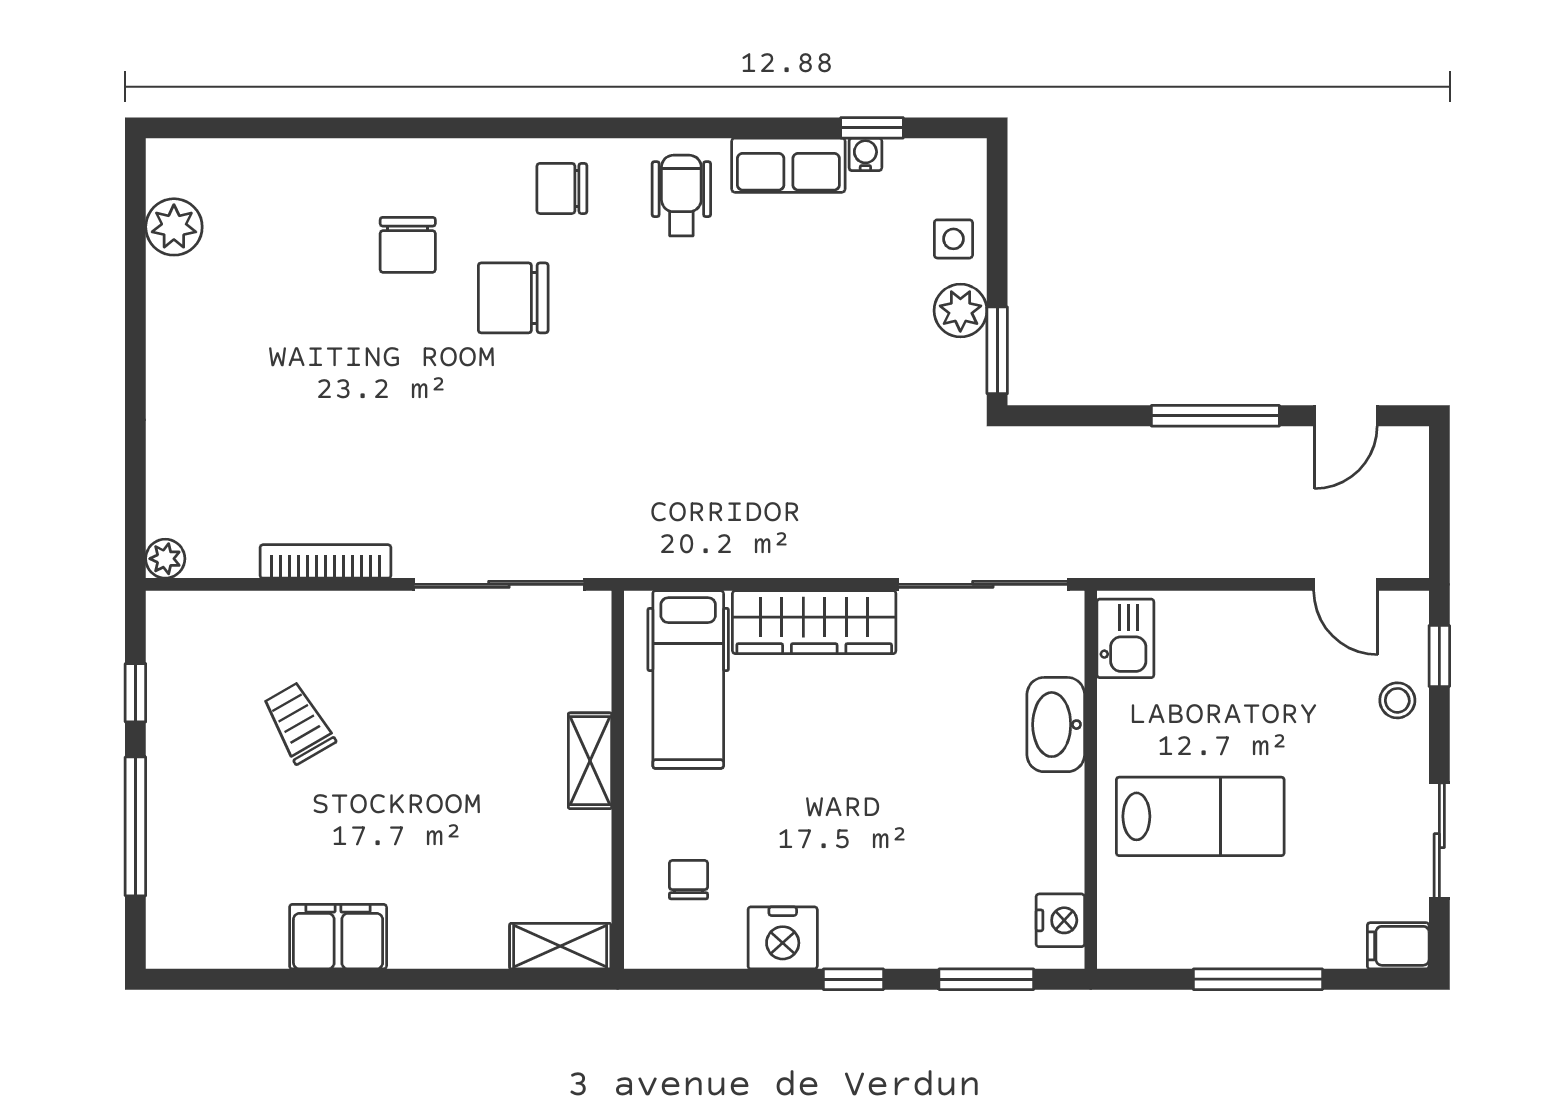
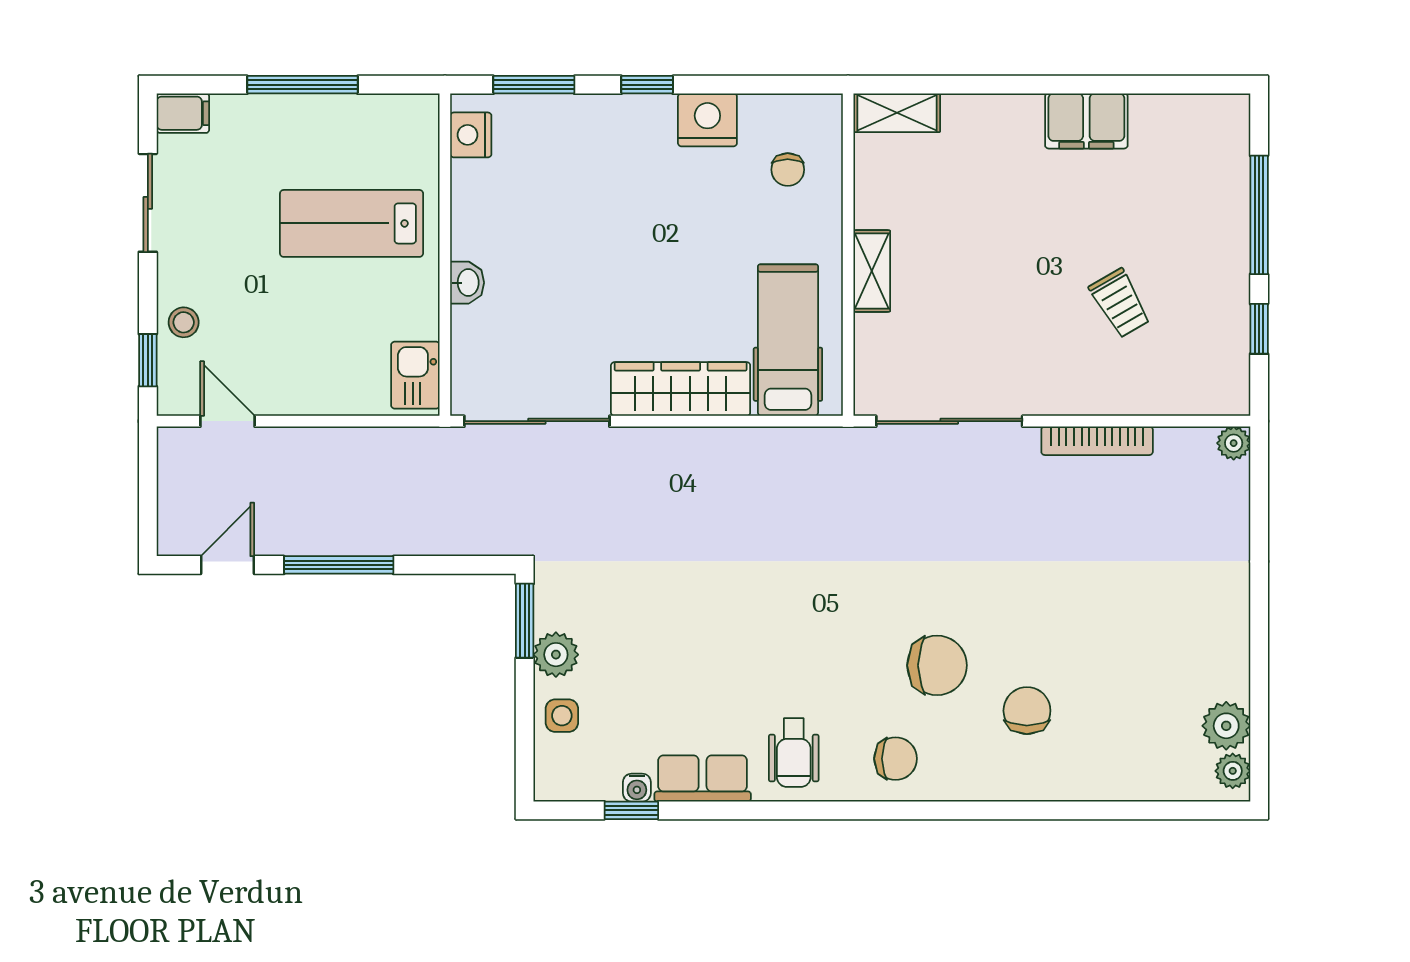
plant: (166, 174) -> (1233, 771), added
washbasin: (1056, 725) -> (467, 283), width x0.52, depth x0.69

